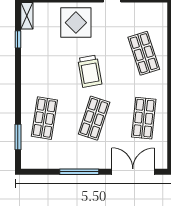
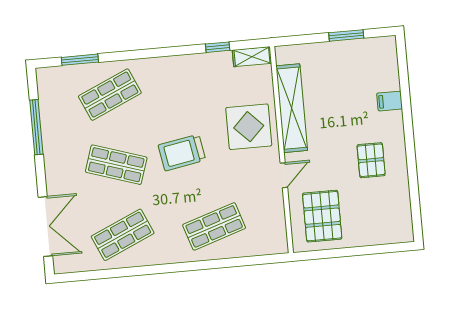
shop shelf: (44, 118) -> (110, 95), turned -33
shop shelf: (144, 118) -> (123, 235), turned -30
window: (79, 172) -> (36, 127), moved

